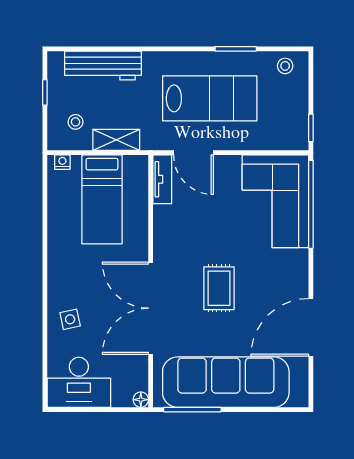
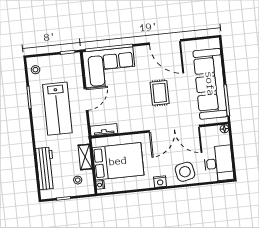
lab bench: (210, 98) -> (57, 109), turned 180
door: (193, 153) -> (86, 100), moved
bed: (102, 199) -> (118, 161), width x1.50
nightstand: (57, 272) -> (160, 182), added
rug: (219, 288) -> (160, 93), turned 90
side table: (70, 319) -> (185, 172), width x1.87, depth x1.87
door: (311, 327) -> (165, 42), moved

